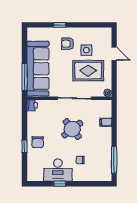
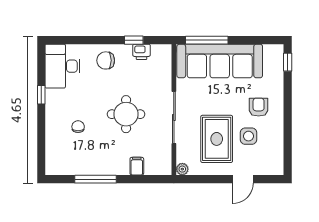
window: (60, 25) -> (288, 62), moved
printer: (32, 105) -> (142, 52), moved
round table: (72, 129) -> (126, 114), turned 38
window: (24, 146) -> (134, 40), moved
window: (114, 160) -> (95, 179), moved
desk: (58, 170) -> (63, 66), moved

